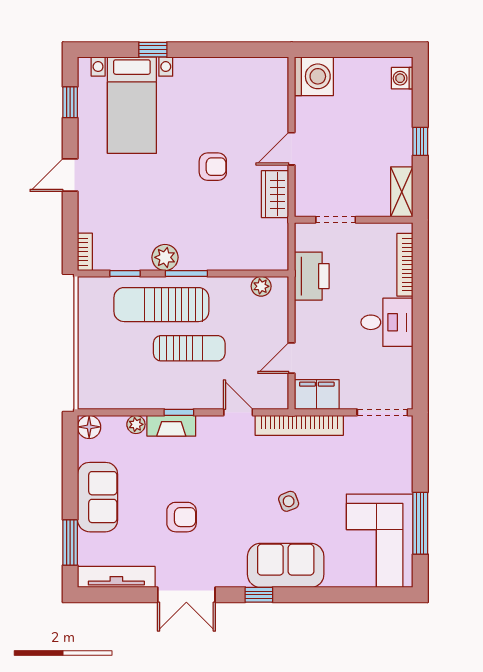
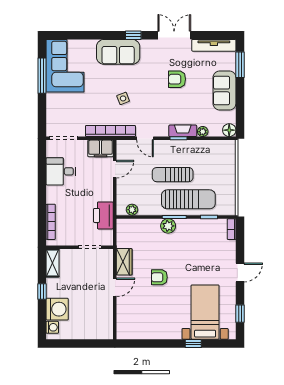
washing machine: (314, 76) -> (57, 309), moved, turned 180
plant: (165, 257) -> (168, 226), moved
desk: (387, 322) -> (61, 171), moved
side table: (289, 501) -> (123, 98), moved

